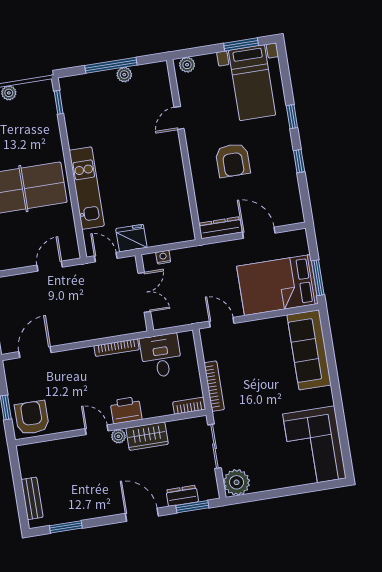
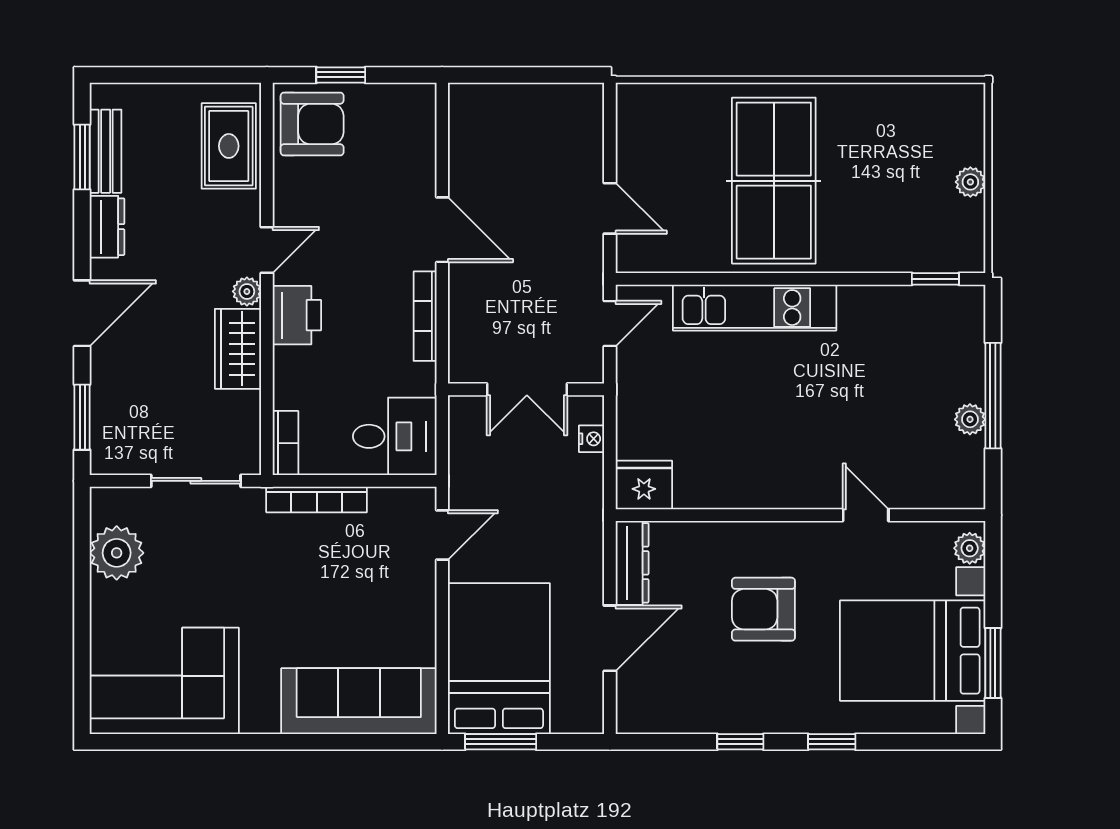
bed with nightstands: (252, 83) -> (913, 651), width x1.36
fridge: (131, 238) -> (644, 485), moved, turned -90
door: (35, 352) -> (442, 230), moved
desk: (161, 356) -> (395, 436), moved
rug: (49, 456) -> (229, 146), added
plant: (237, 482) -> (117, 553), moved
dresser: (182, 496) -> (107, 227), moved
bench: (32, 498) -> (106, 151), moved, turned 90

